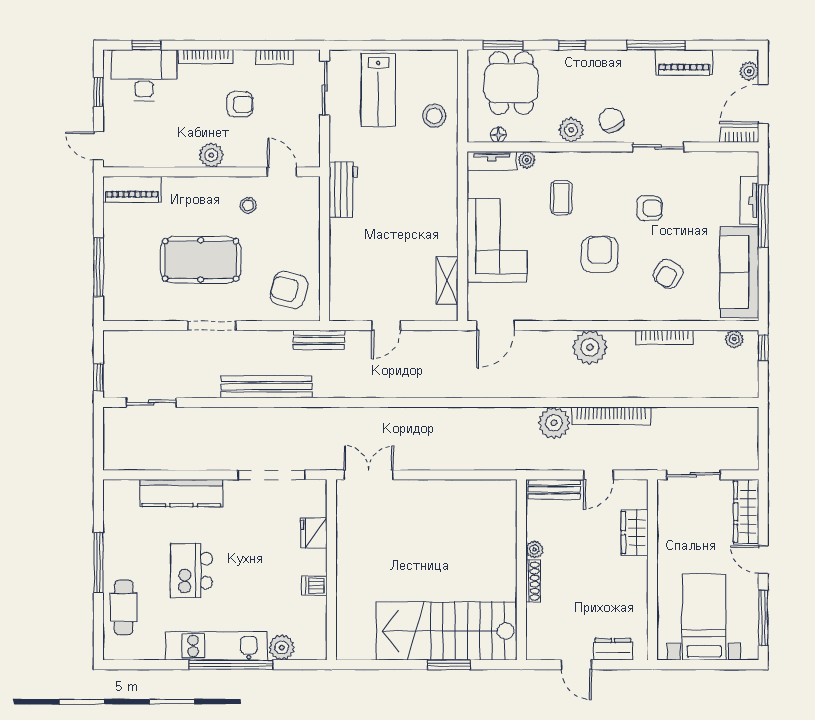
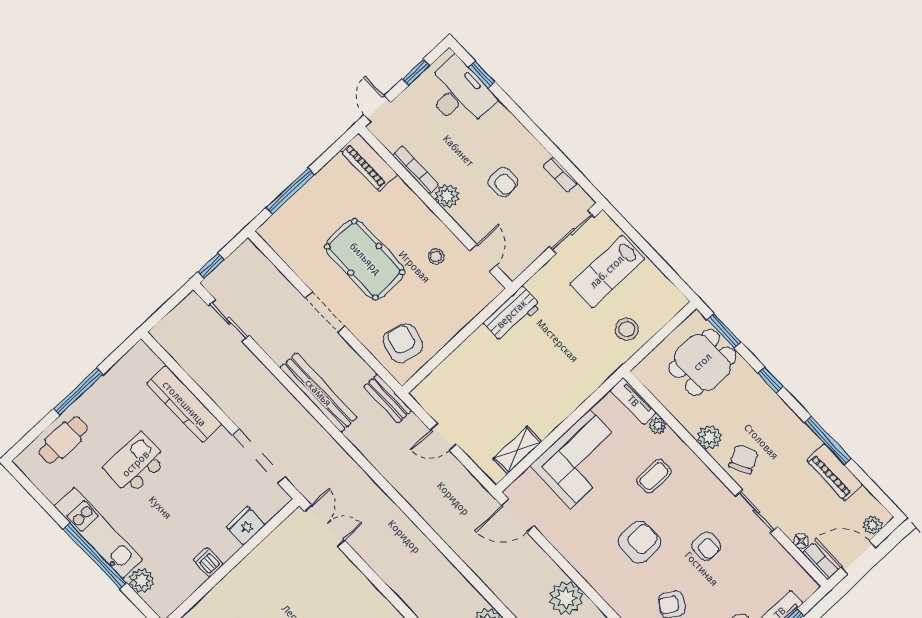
bookcase: (206, 57) -> (415, 170), moved, turned 180
floor lamp: (498, 135) -> (801, 541), moved

